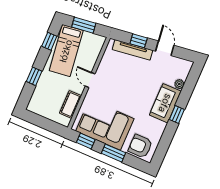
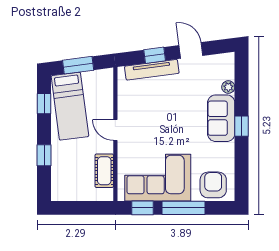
armchair: (140, 146) -> (213, 185), turned 90
window: (113, 153) -> (184, 208), width x1.44

